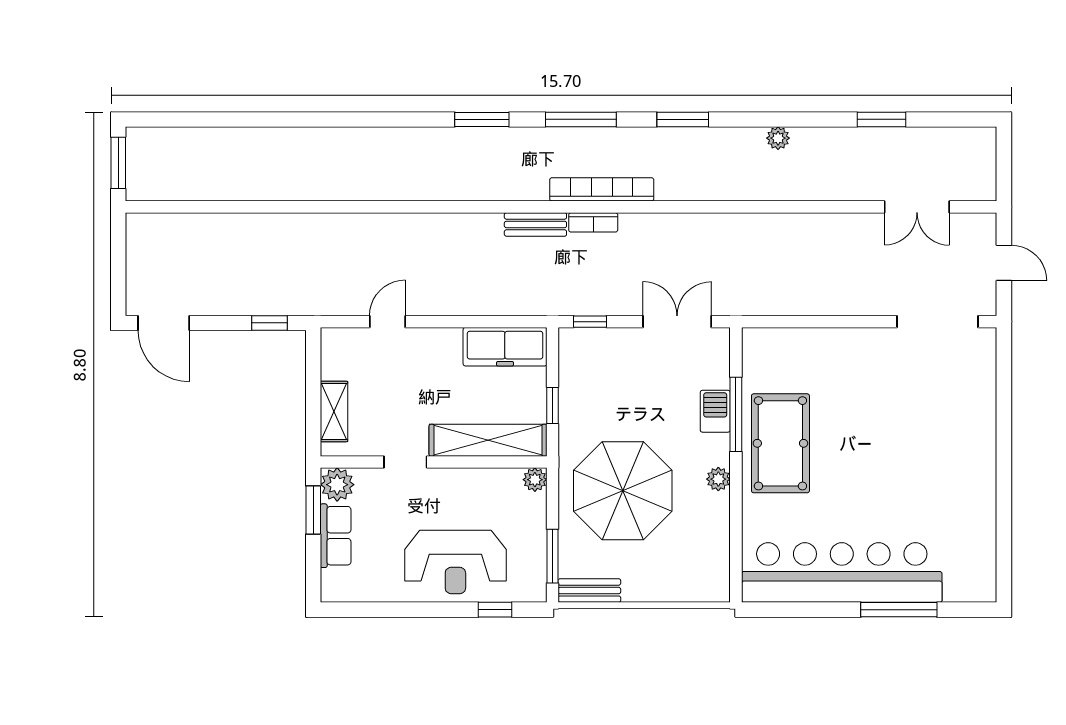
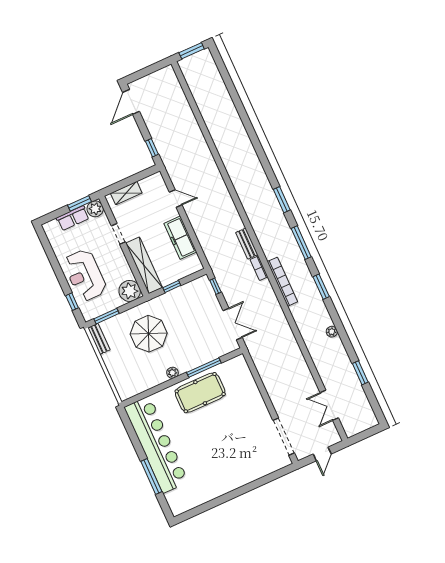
bookcase: (602, 189) -> (282, 282), moved
freezer: (505, 347) -> (180, 238), moved
barbecue: (715, 411) -> (201, 358), removed
plant: (535, 480) -> (130, 291), width x1.87, depth x1.87
parasol: (623, 491) -> (149, 334), width x0.73, depth x0.73

